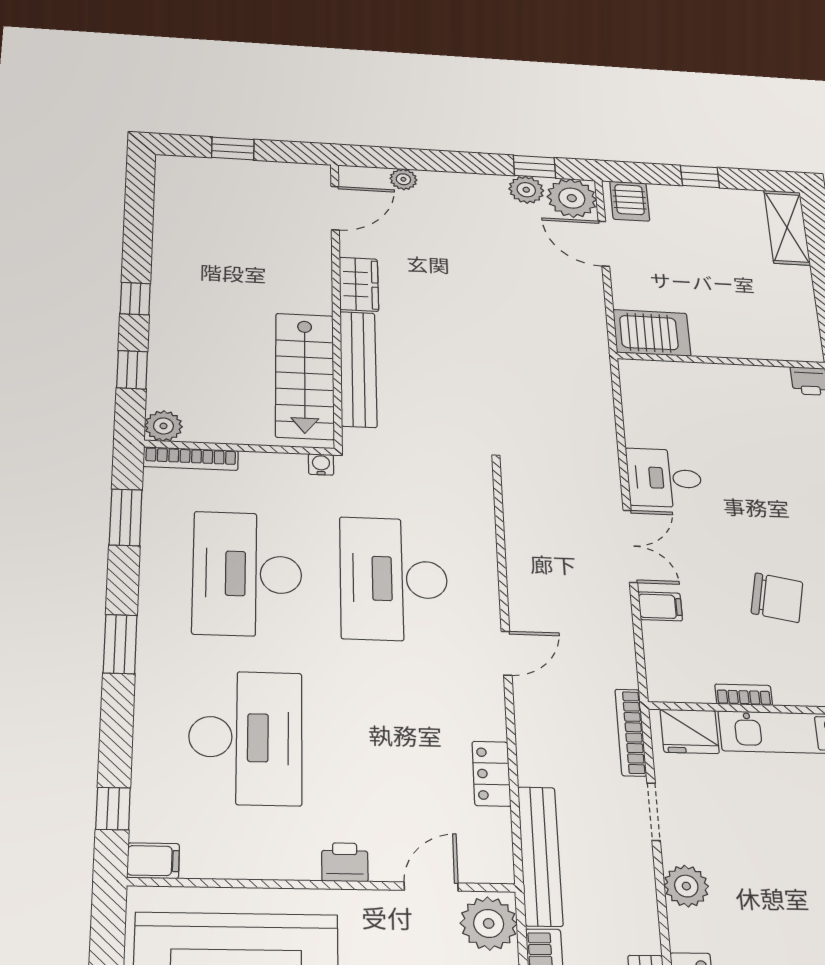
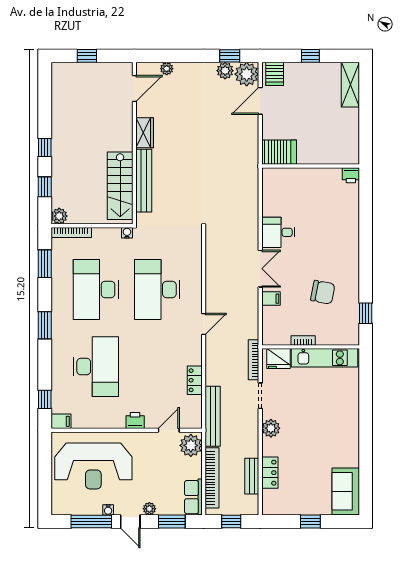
door: (604, 244) -> (260, 101), hinge flipped

